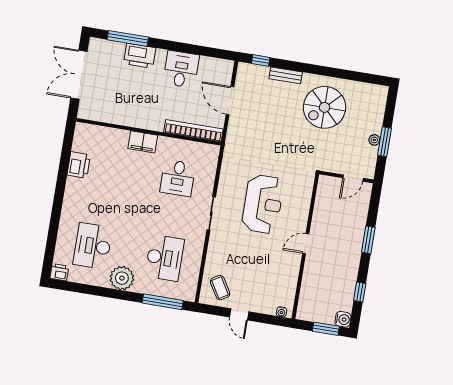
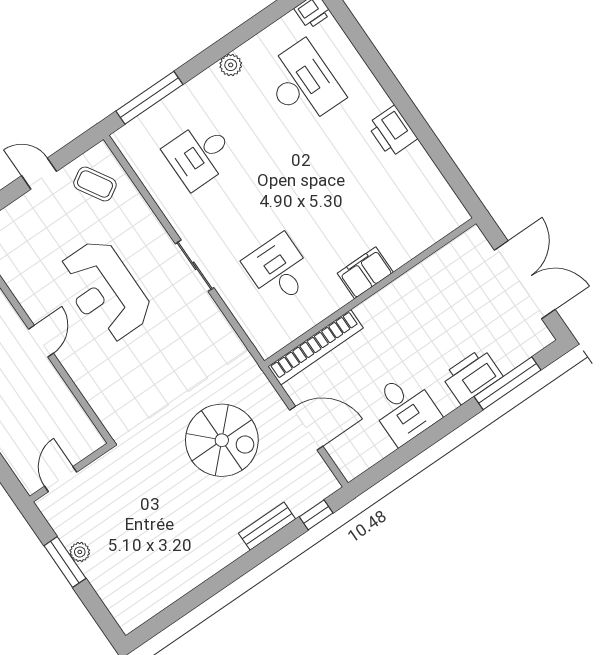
spiral stairs: (325, 107) -> (222, 440), moved, turned 90
printer: (79, 165) -> (392, 131), moved
reception desk: (263, 204) -> (105, 291), moved
desk: (165, 258) -> (199, 155), width x0.73
plant: (122, 278) -> (231, 65), width x0.53, depth x0.53

